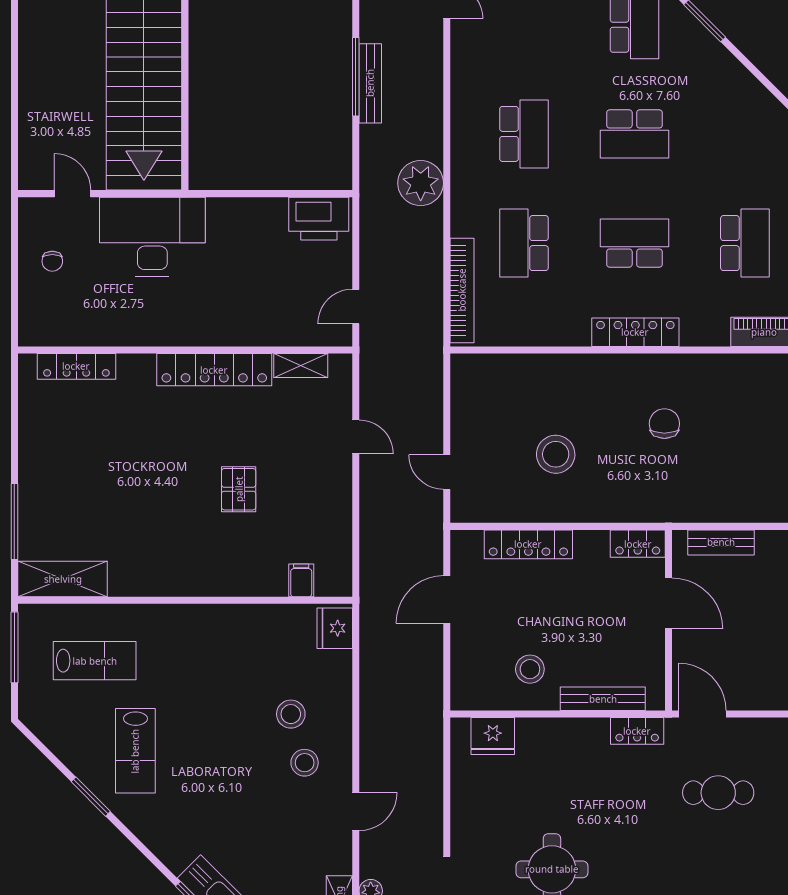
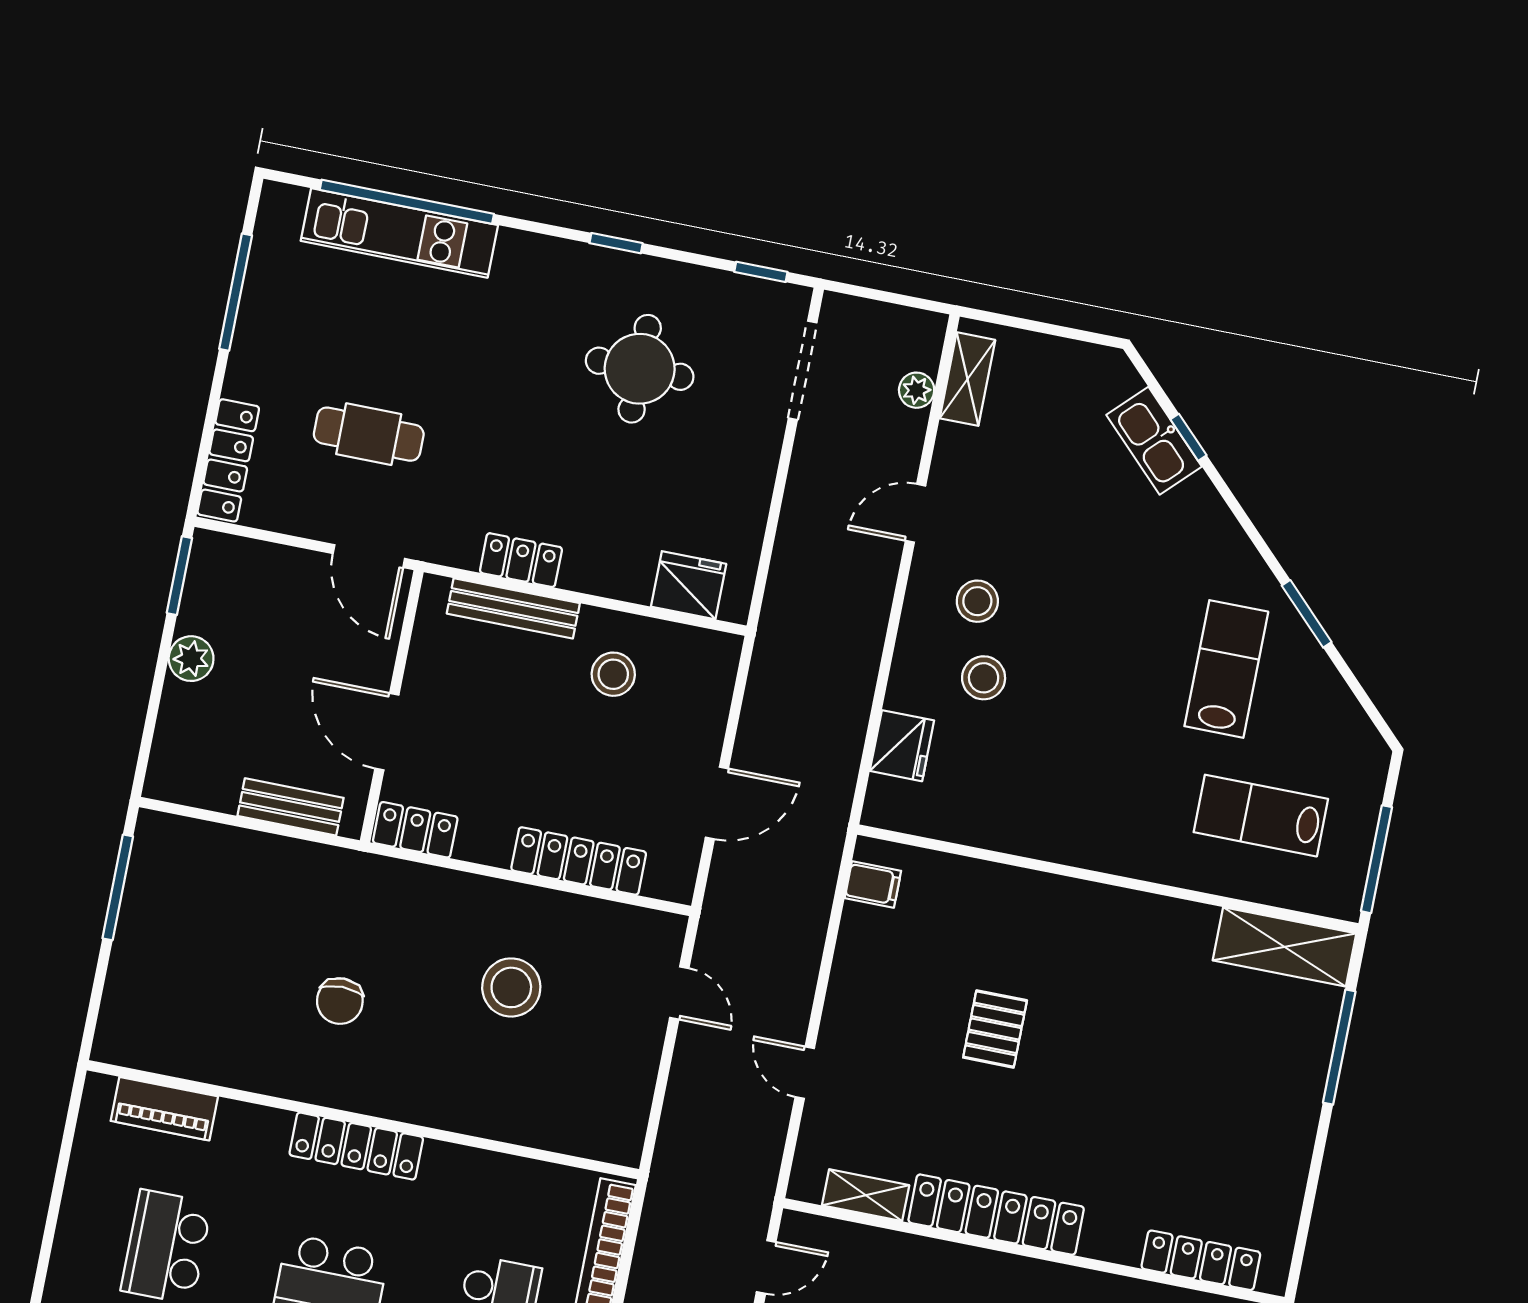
filing cabinet: (301, 580) -> (873, 884), moved, turned -90
fridge: (335, 628) -> (902, 746), moved
locker: (637, 731) -> (521, 560), moved

